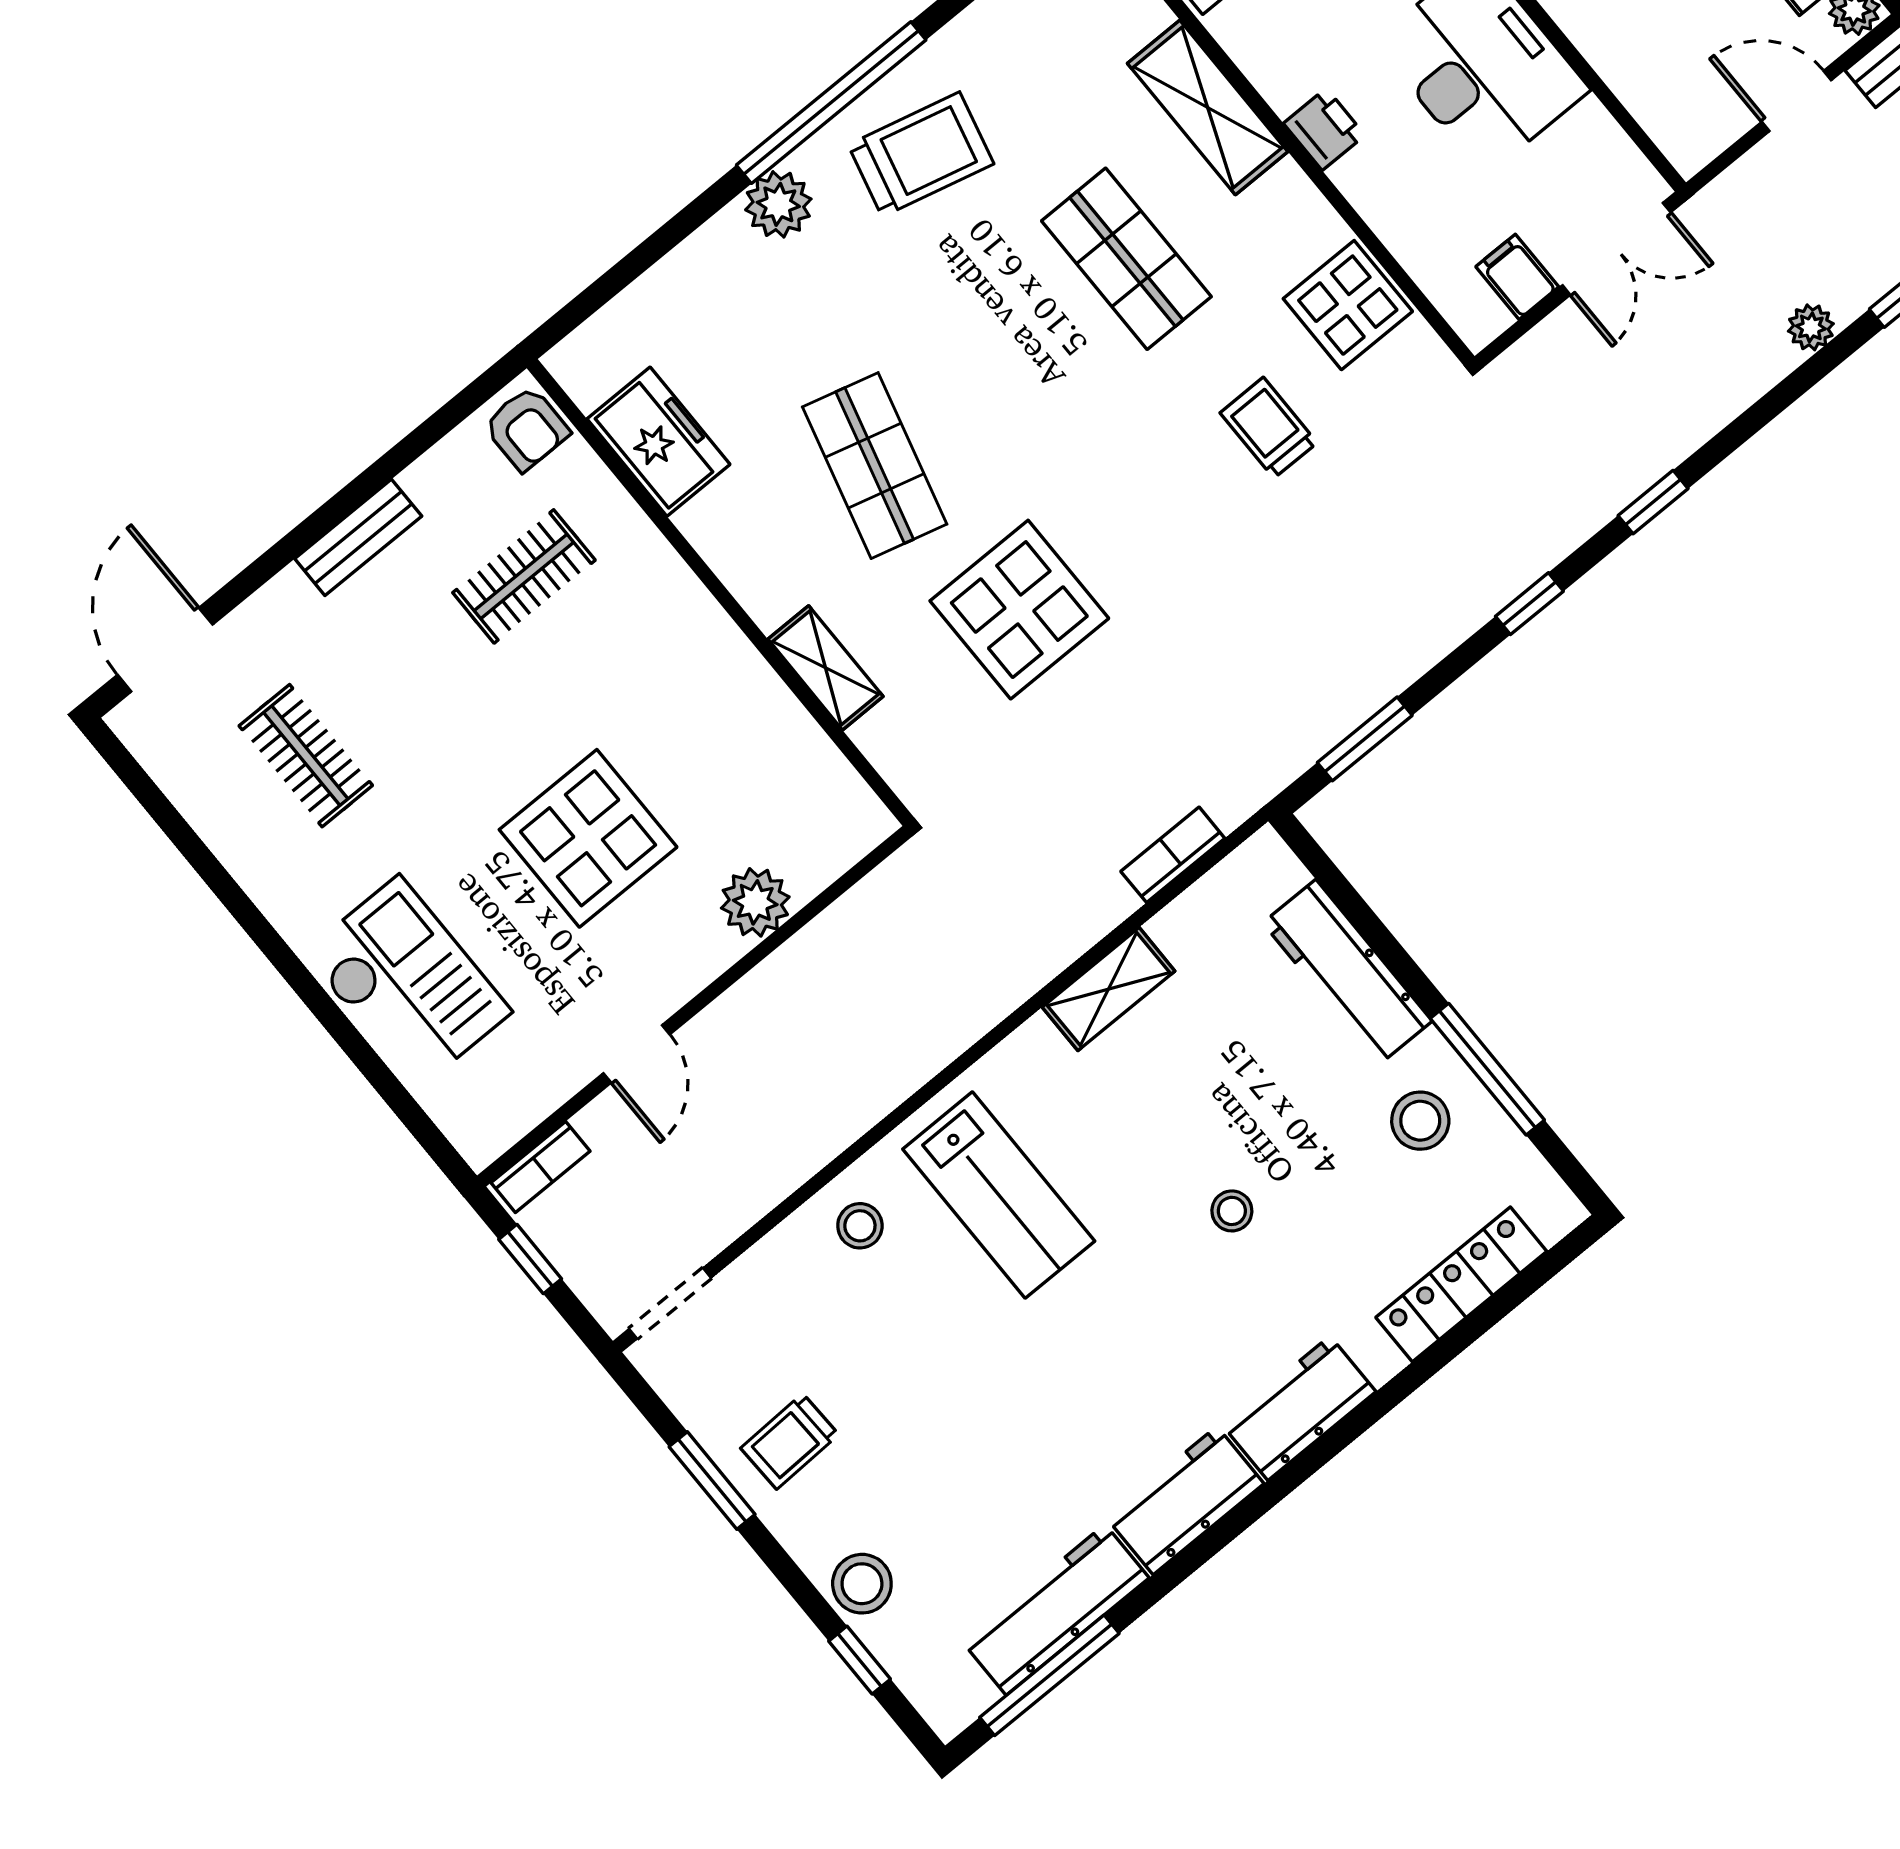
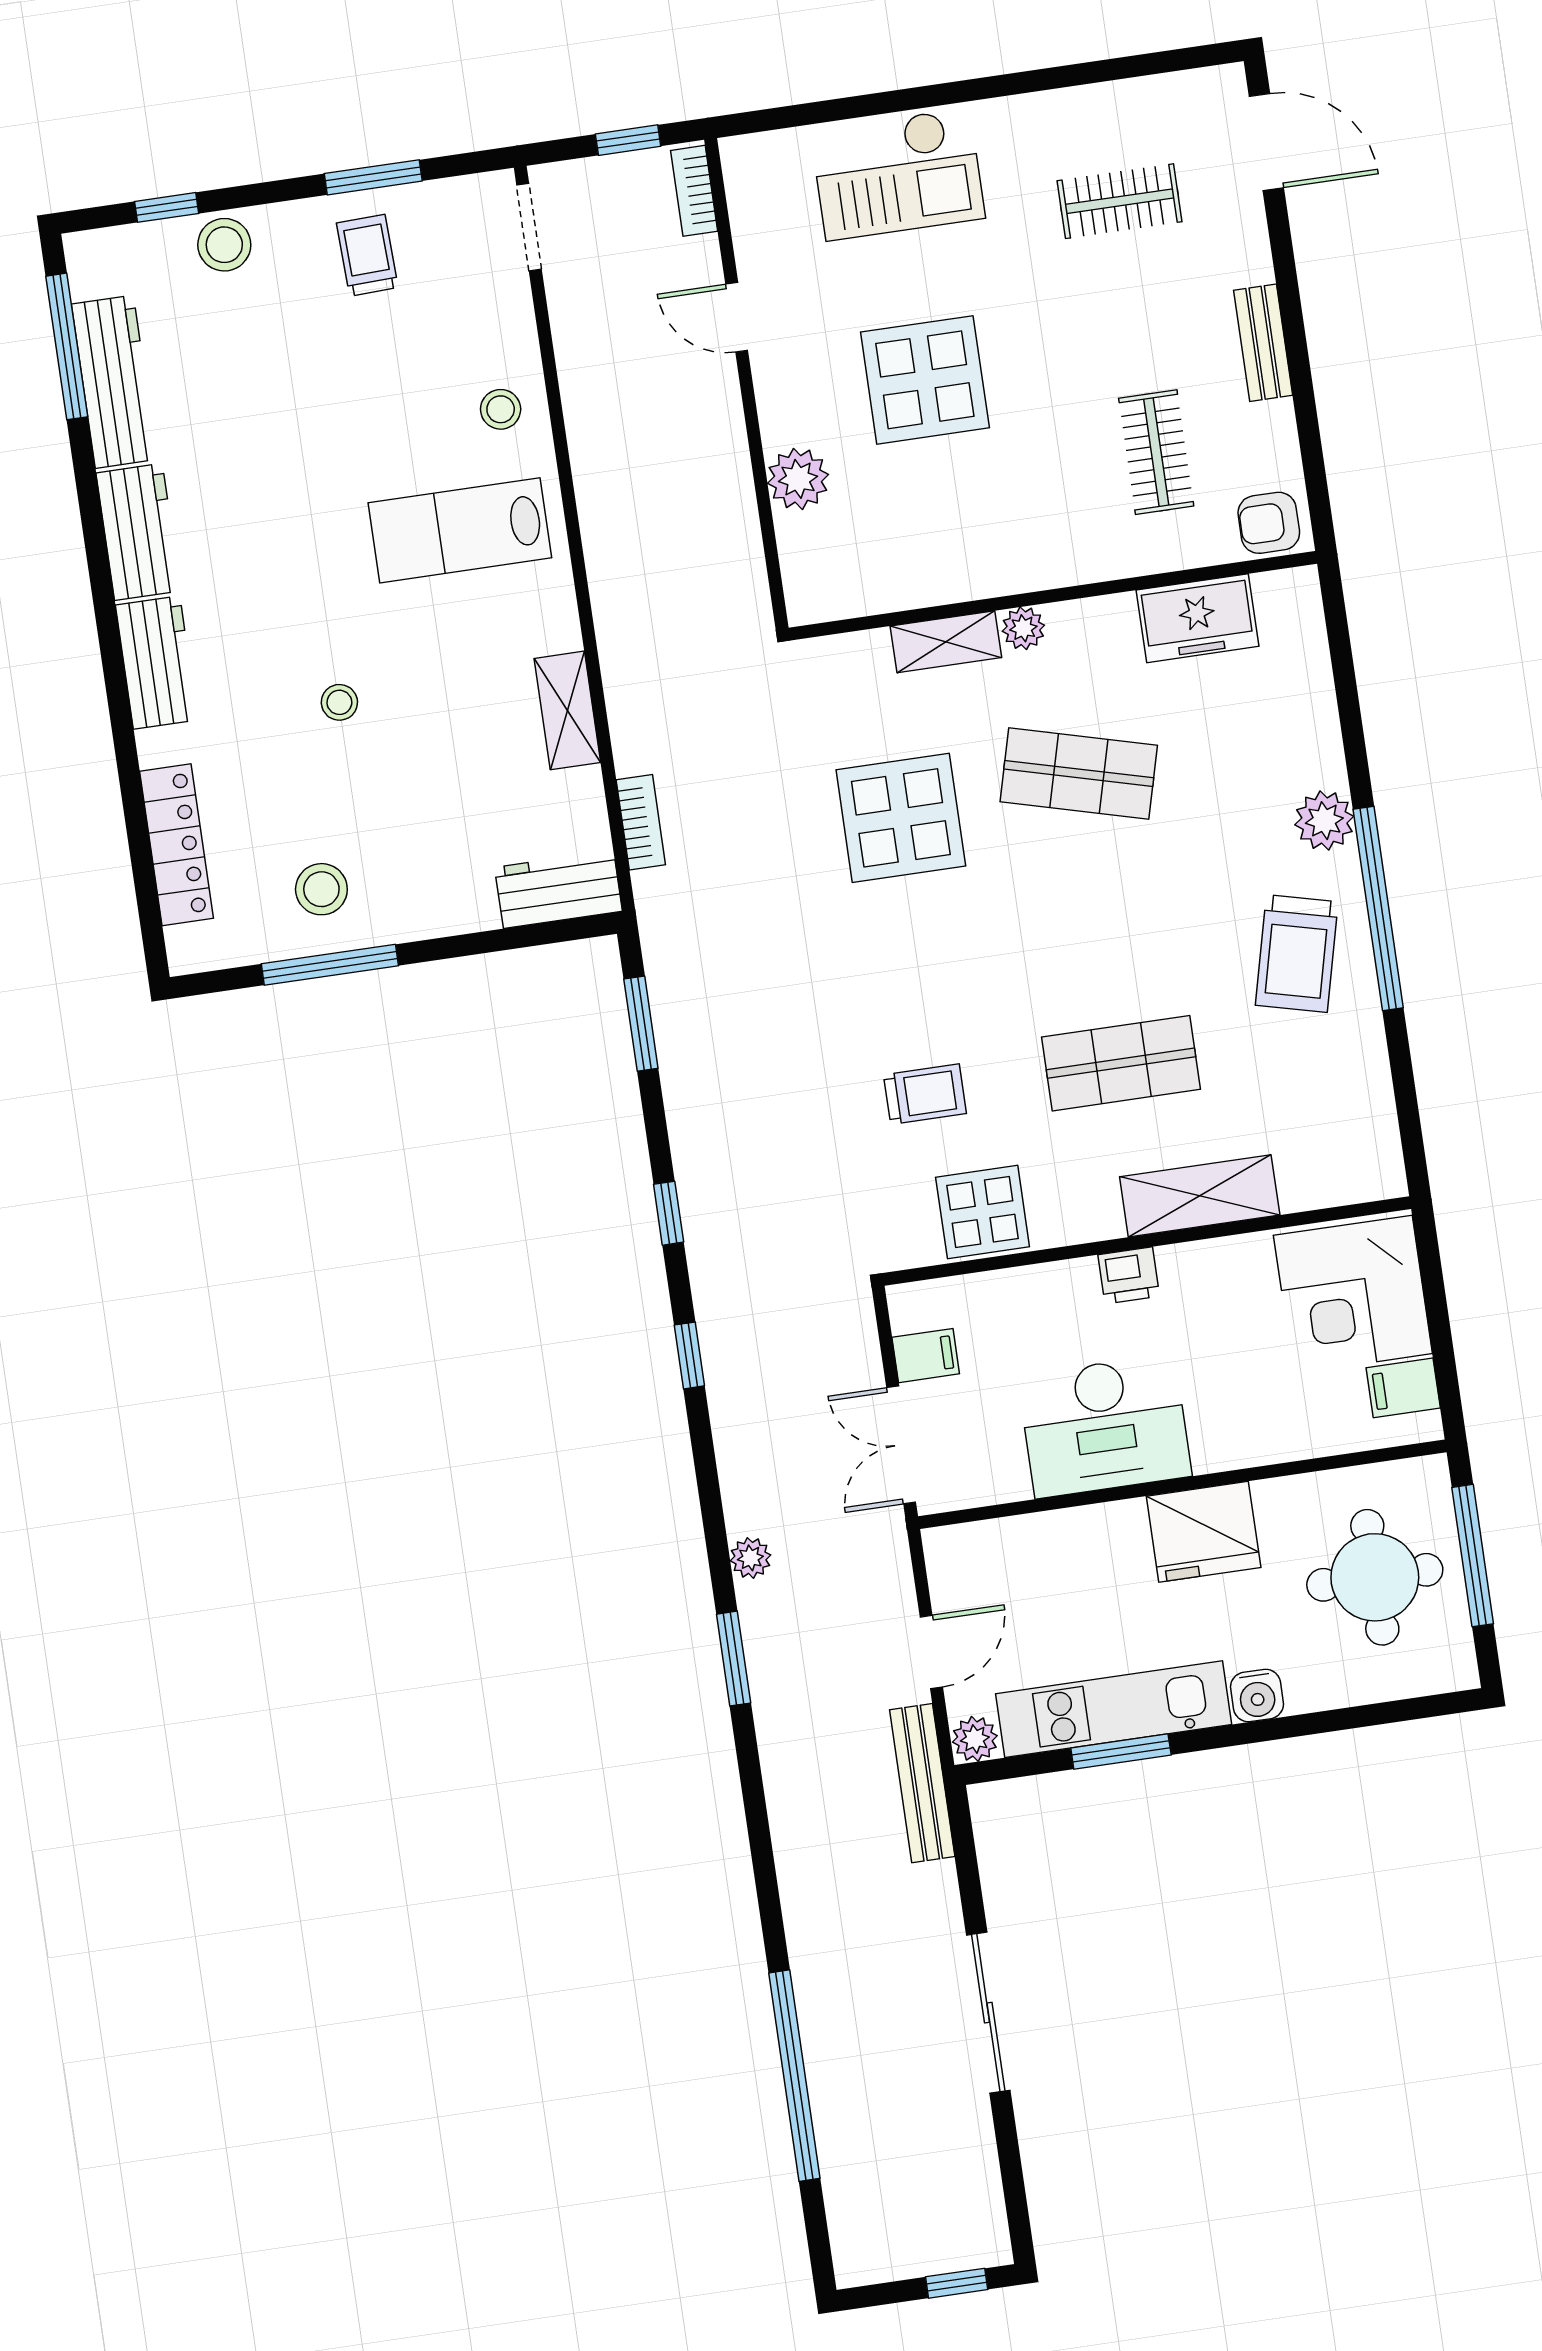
plant: (768, 602) -> (1023, 628), added
workbench: (1347, 972) -> (558, 889), moved, width x0.73

